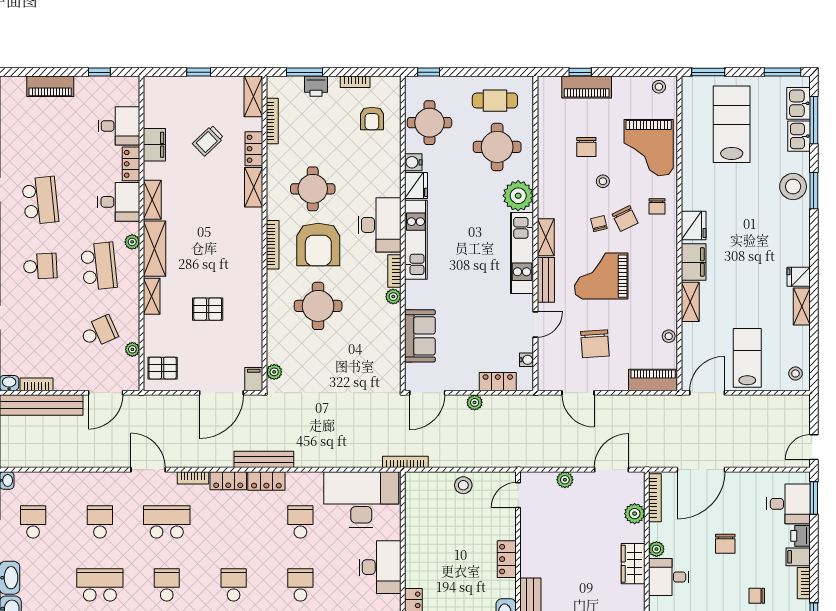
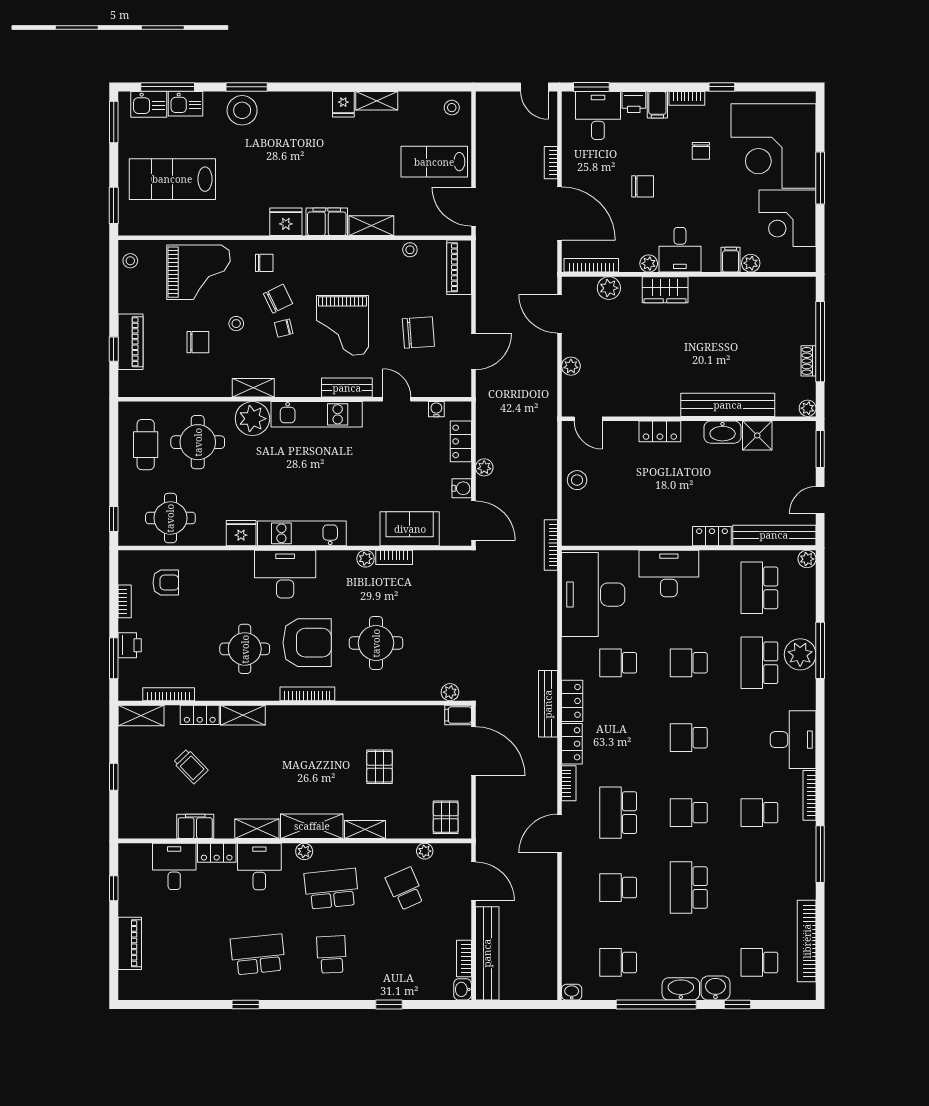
water cooler: (413, 162) -> (462, 488), moved, turned -90
shelving: (546, 237) -> (253, 388), moved
bookcase: (394, 271) -> (394, 557), moved
bookcase: (746, 462) -> (551, 163), added

